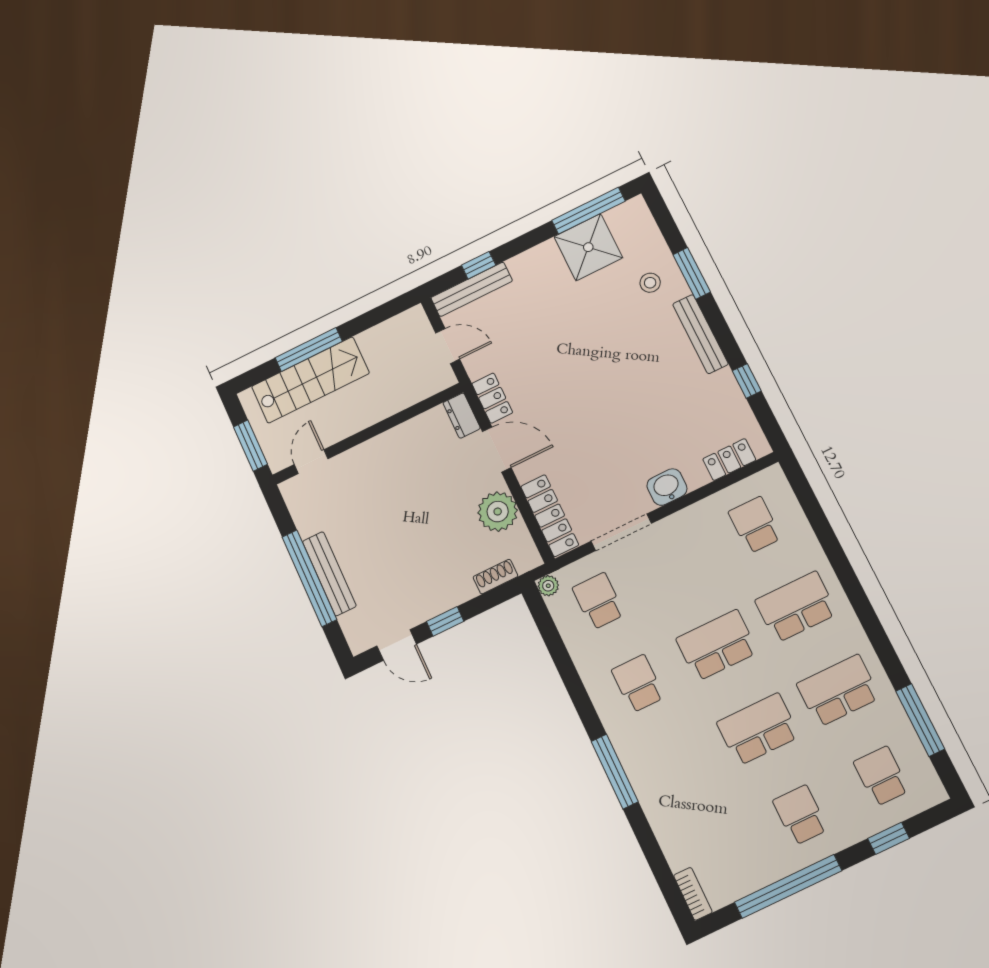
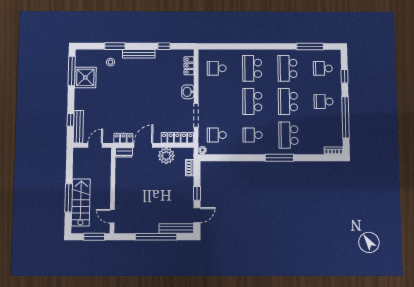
bench: (329, 574) -> (176, 228), moved
school desk: (678, 768) -> (288, 135), added

